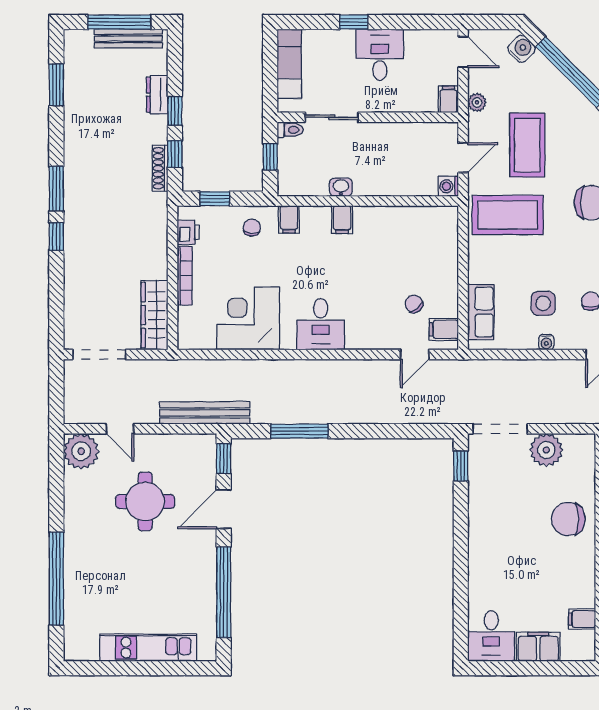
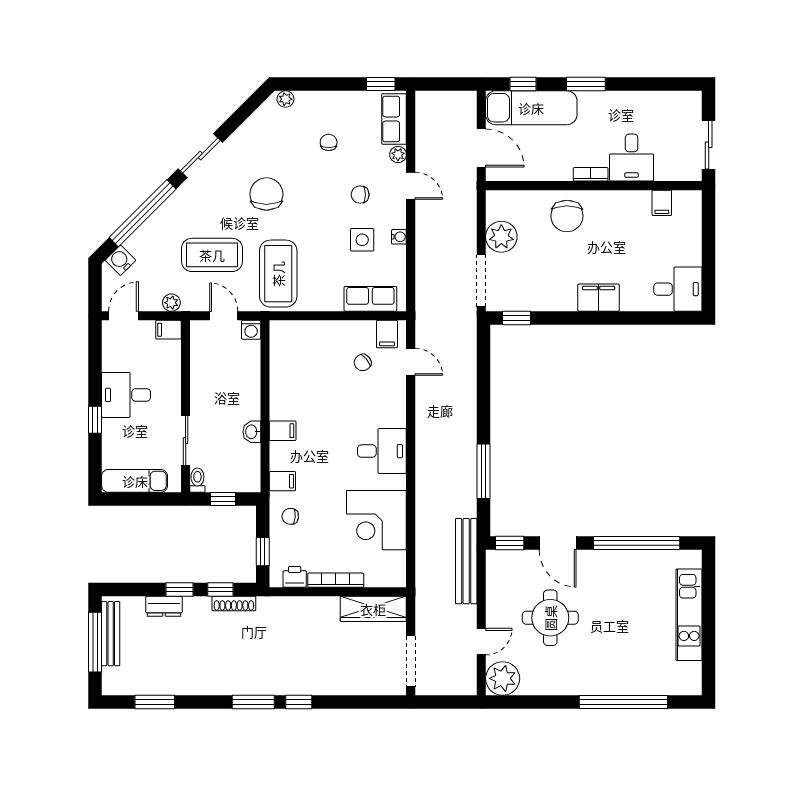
filing cabinet: (538, 647) -> (599, 298), moved, turned 90

